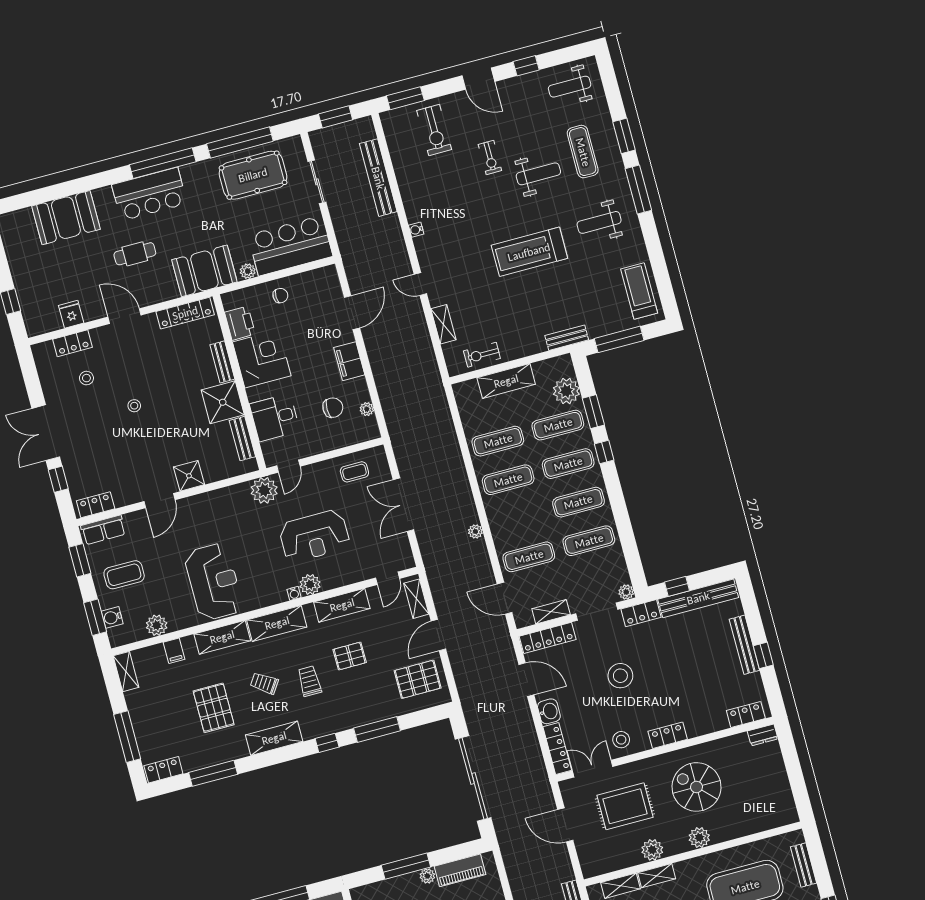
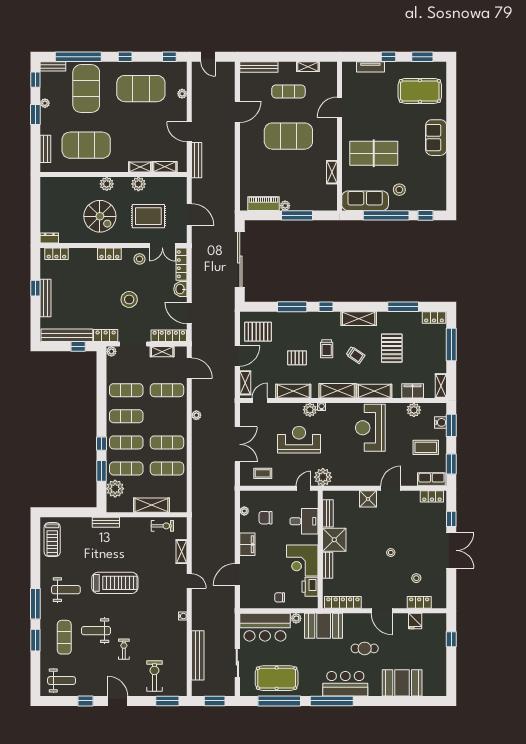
window: (619, 339) -> (73, 512), removed
filing cabinet: (174, 651) -> (413, 391), width x2.00

